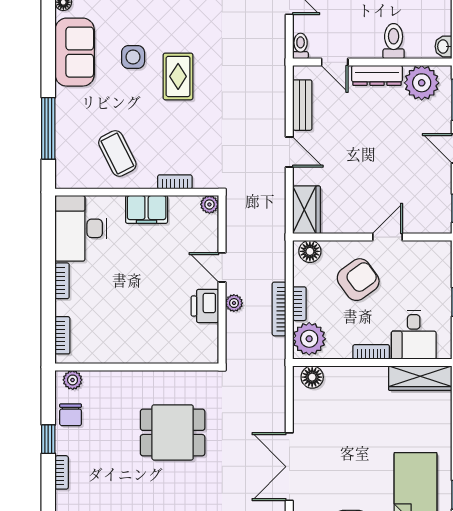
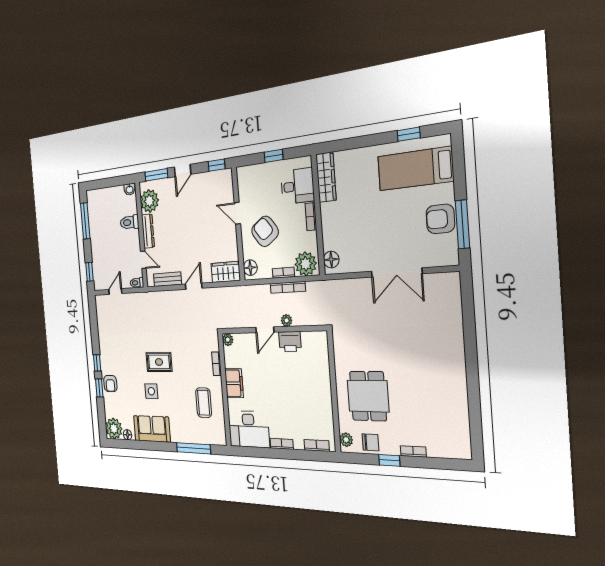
door: (335, 62) -> (143, 260), hinge flipped
coffee table: (117, 153) -> (204, 403), turned -63
dining table: (173, 432) -> (368, 396), moved

